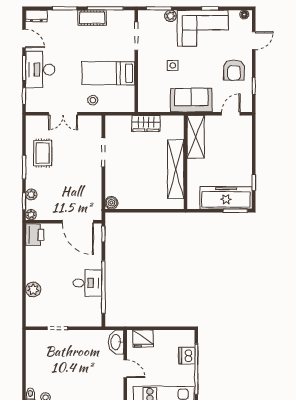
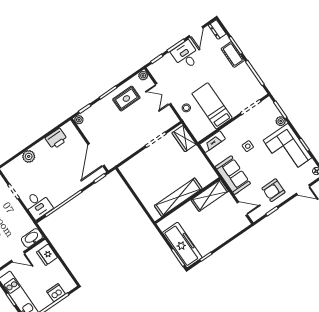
cot: (92, 18) -> (233, 55), moved
desk: (40, 70) -> (186, 55), width x0.73
fireplace: (144, 97) -> (213, 142), added
wardrobe: (146, 123) -> (184, 139), moved
plant: (31, 194) -> (143, 76), moved
boiler: (111, 203) -> (125, 169), removed
printer: (35, 235) -> (56, 139), moved
desk: (87, 283) -> (38, 205), moved
door: (125, 369) -> (18, 257), hinge flipped

